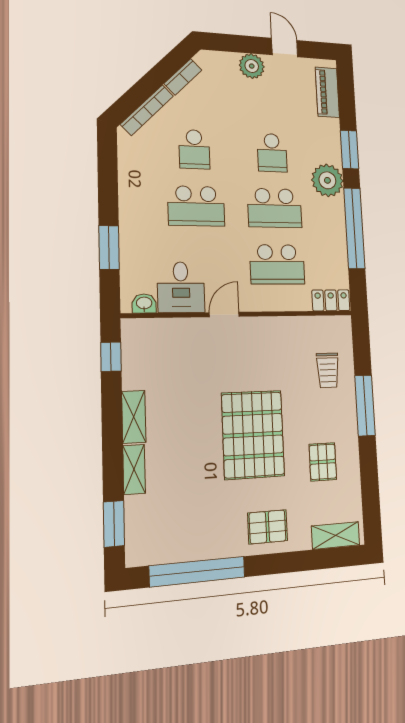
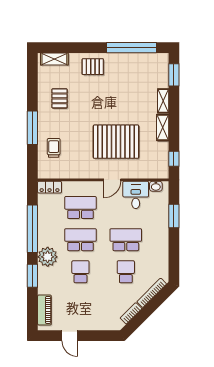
plant: (252, 66) -> (90, 323), removed
pallet: (253, 435) -> (116, 142), moved, turned 90

